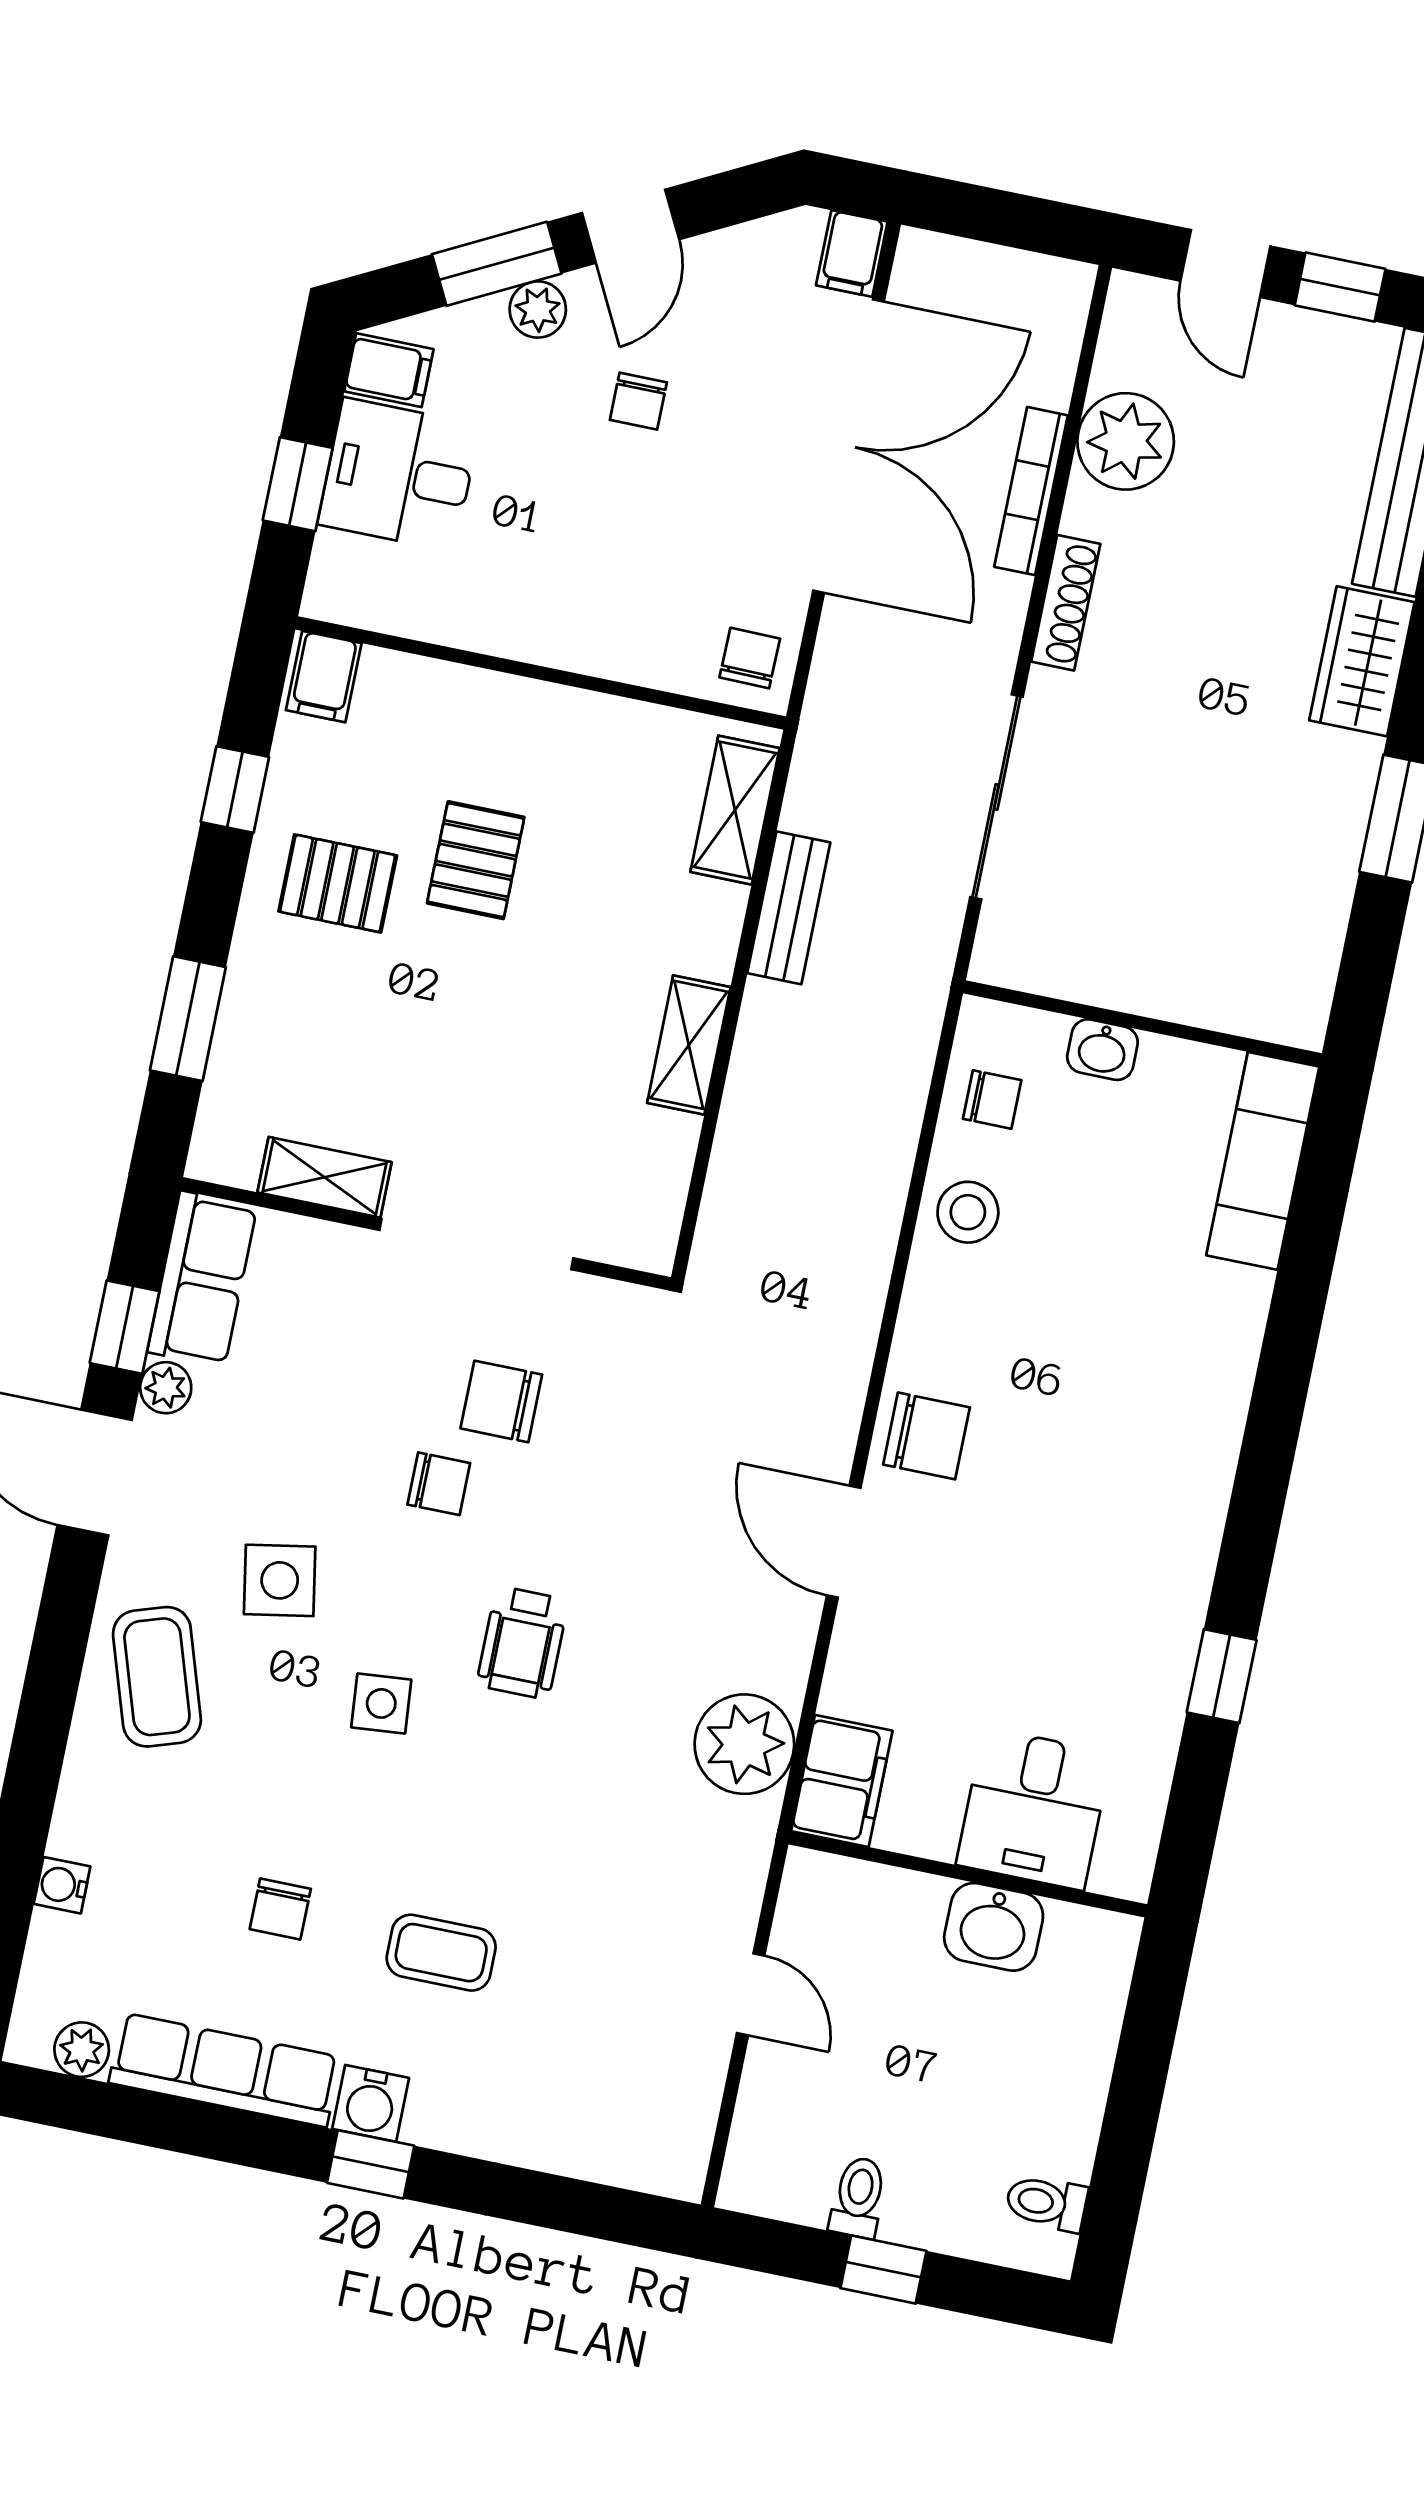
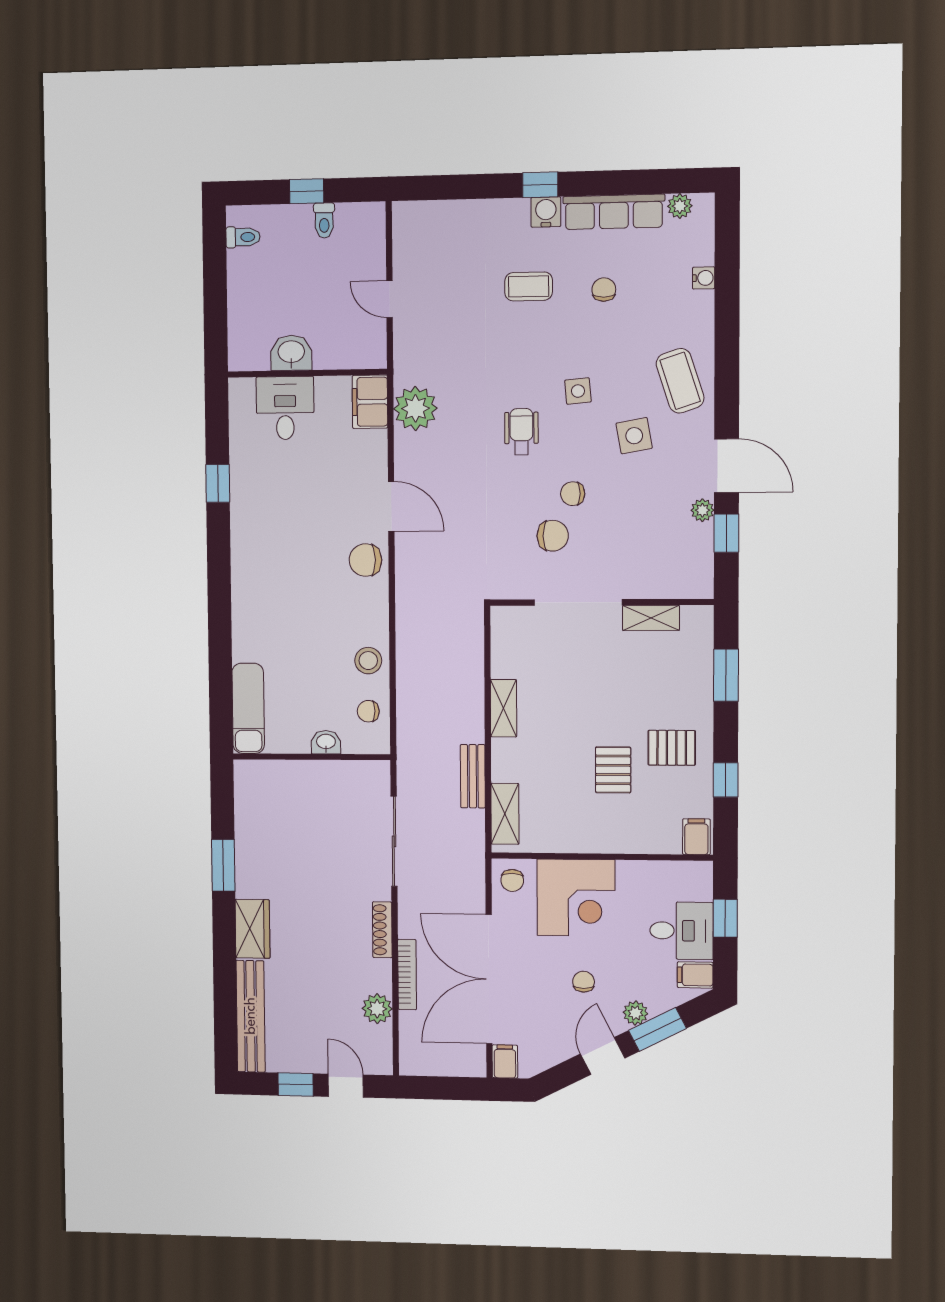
plant: (1126, 441) -> (377, 1009), width x0.73, depth x0.73
corner desk: (616, 592) -> (576, 898), added
row of seats: (202, 1279) -> (696, 562), removed

